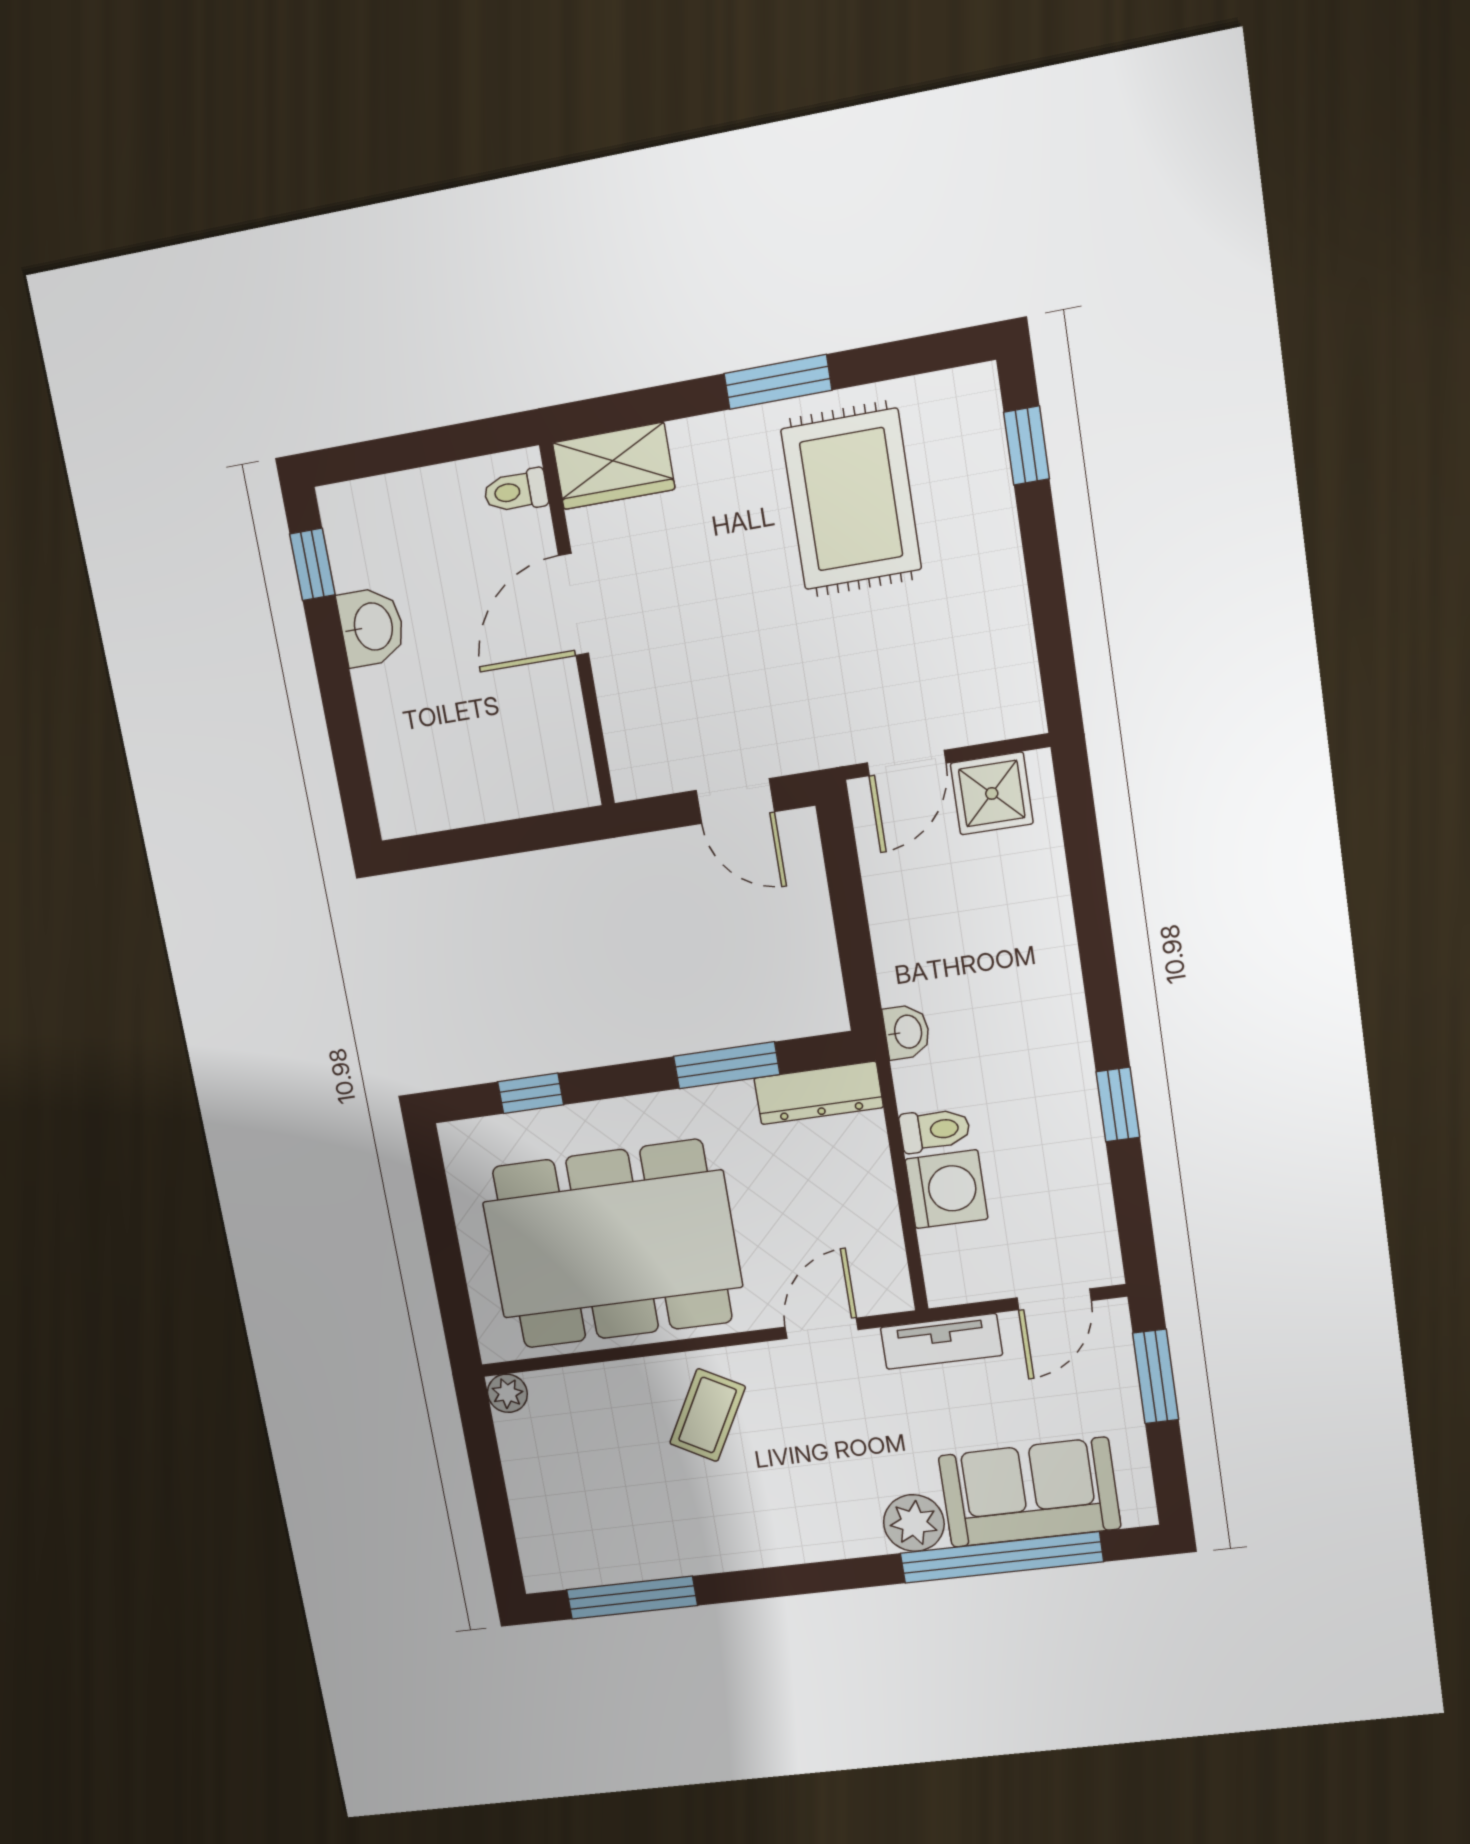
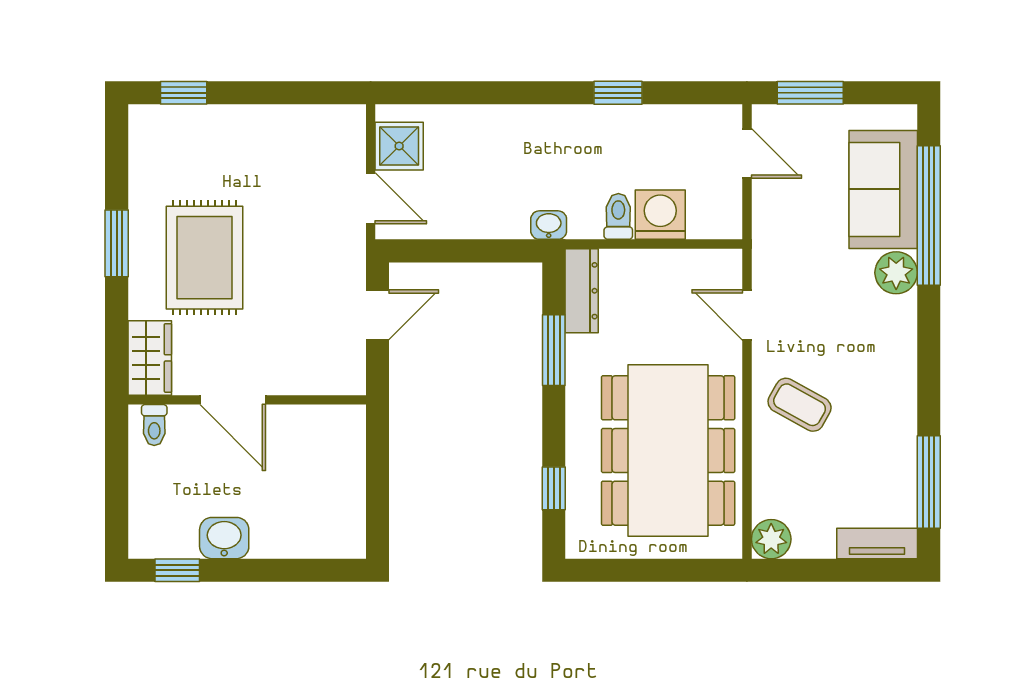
rug: (851, 499) -> (204, 258), moved, turned 90
tv unit: (941, 1341) -> (877, 543), moved, turned -90
plant: (507, 1393) -> (771, 539), width x1.38, depth x1.38

